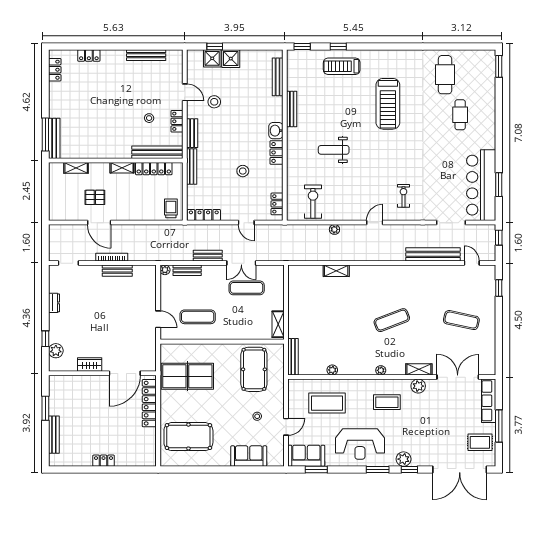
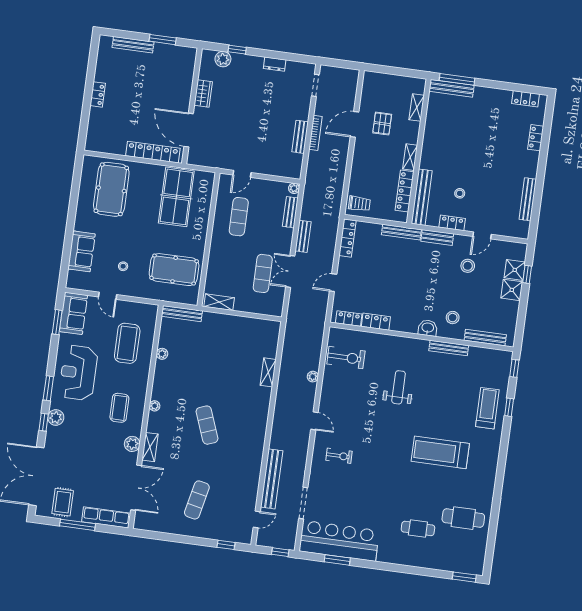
locker: (276, 152) -> (376, 322), moved
stool: (243, 171) -> (453, 318), moved

